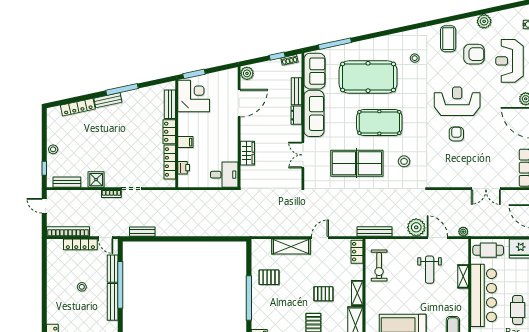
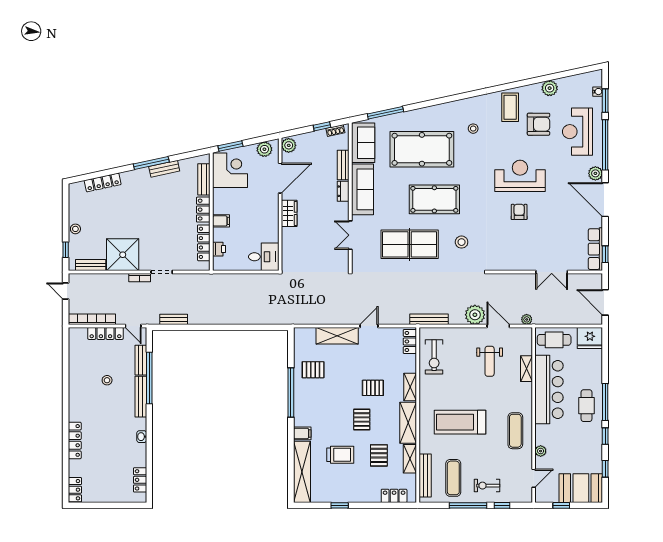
plant: (225, 77) -> (264, 149), added
bench: (108, 100) -> (164, 169), moved
wardrobe: (247, 153) -> (289, 213), moved
shower: (96, 180) -> (123, 255), width x1.86, depth x1.86

